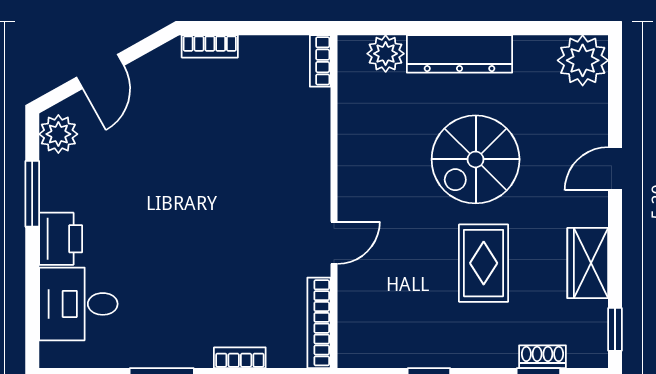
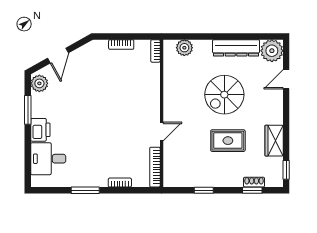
bookcase: (210, 46) -> (121, 45), moved
dresser: (460, 54) -> (236, 48), moved
door: (615, 169) -> (286, 79), moved
rug: (484, 263) -> (228, 141), turned 90

